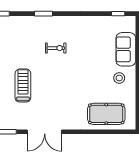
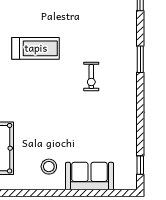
treadmill: (23, 86) -> (36, 48), moved

